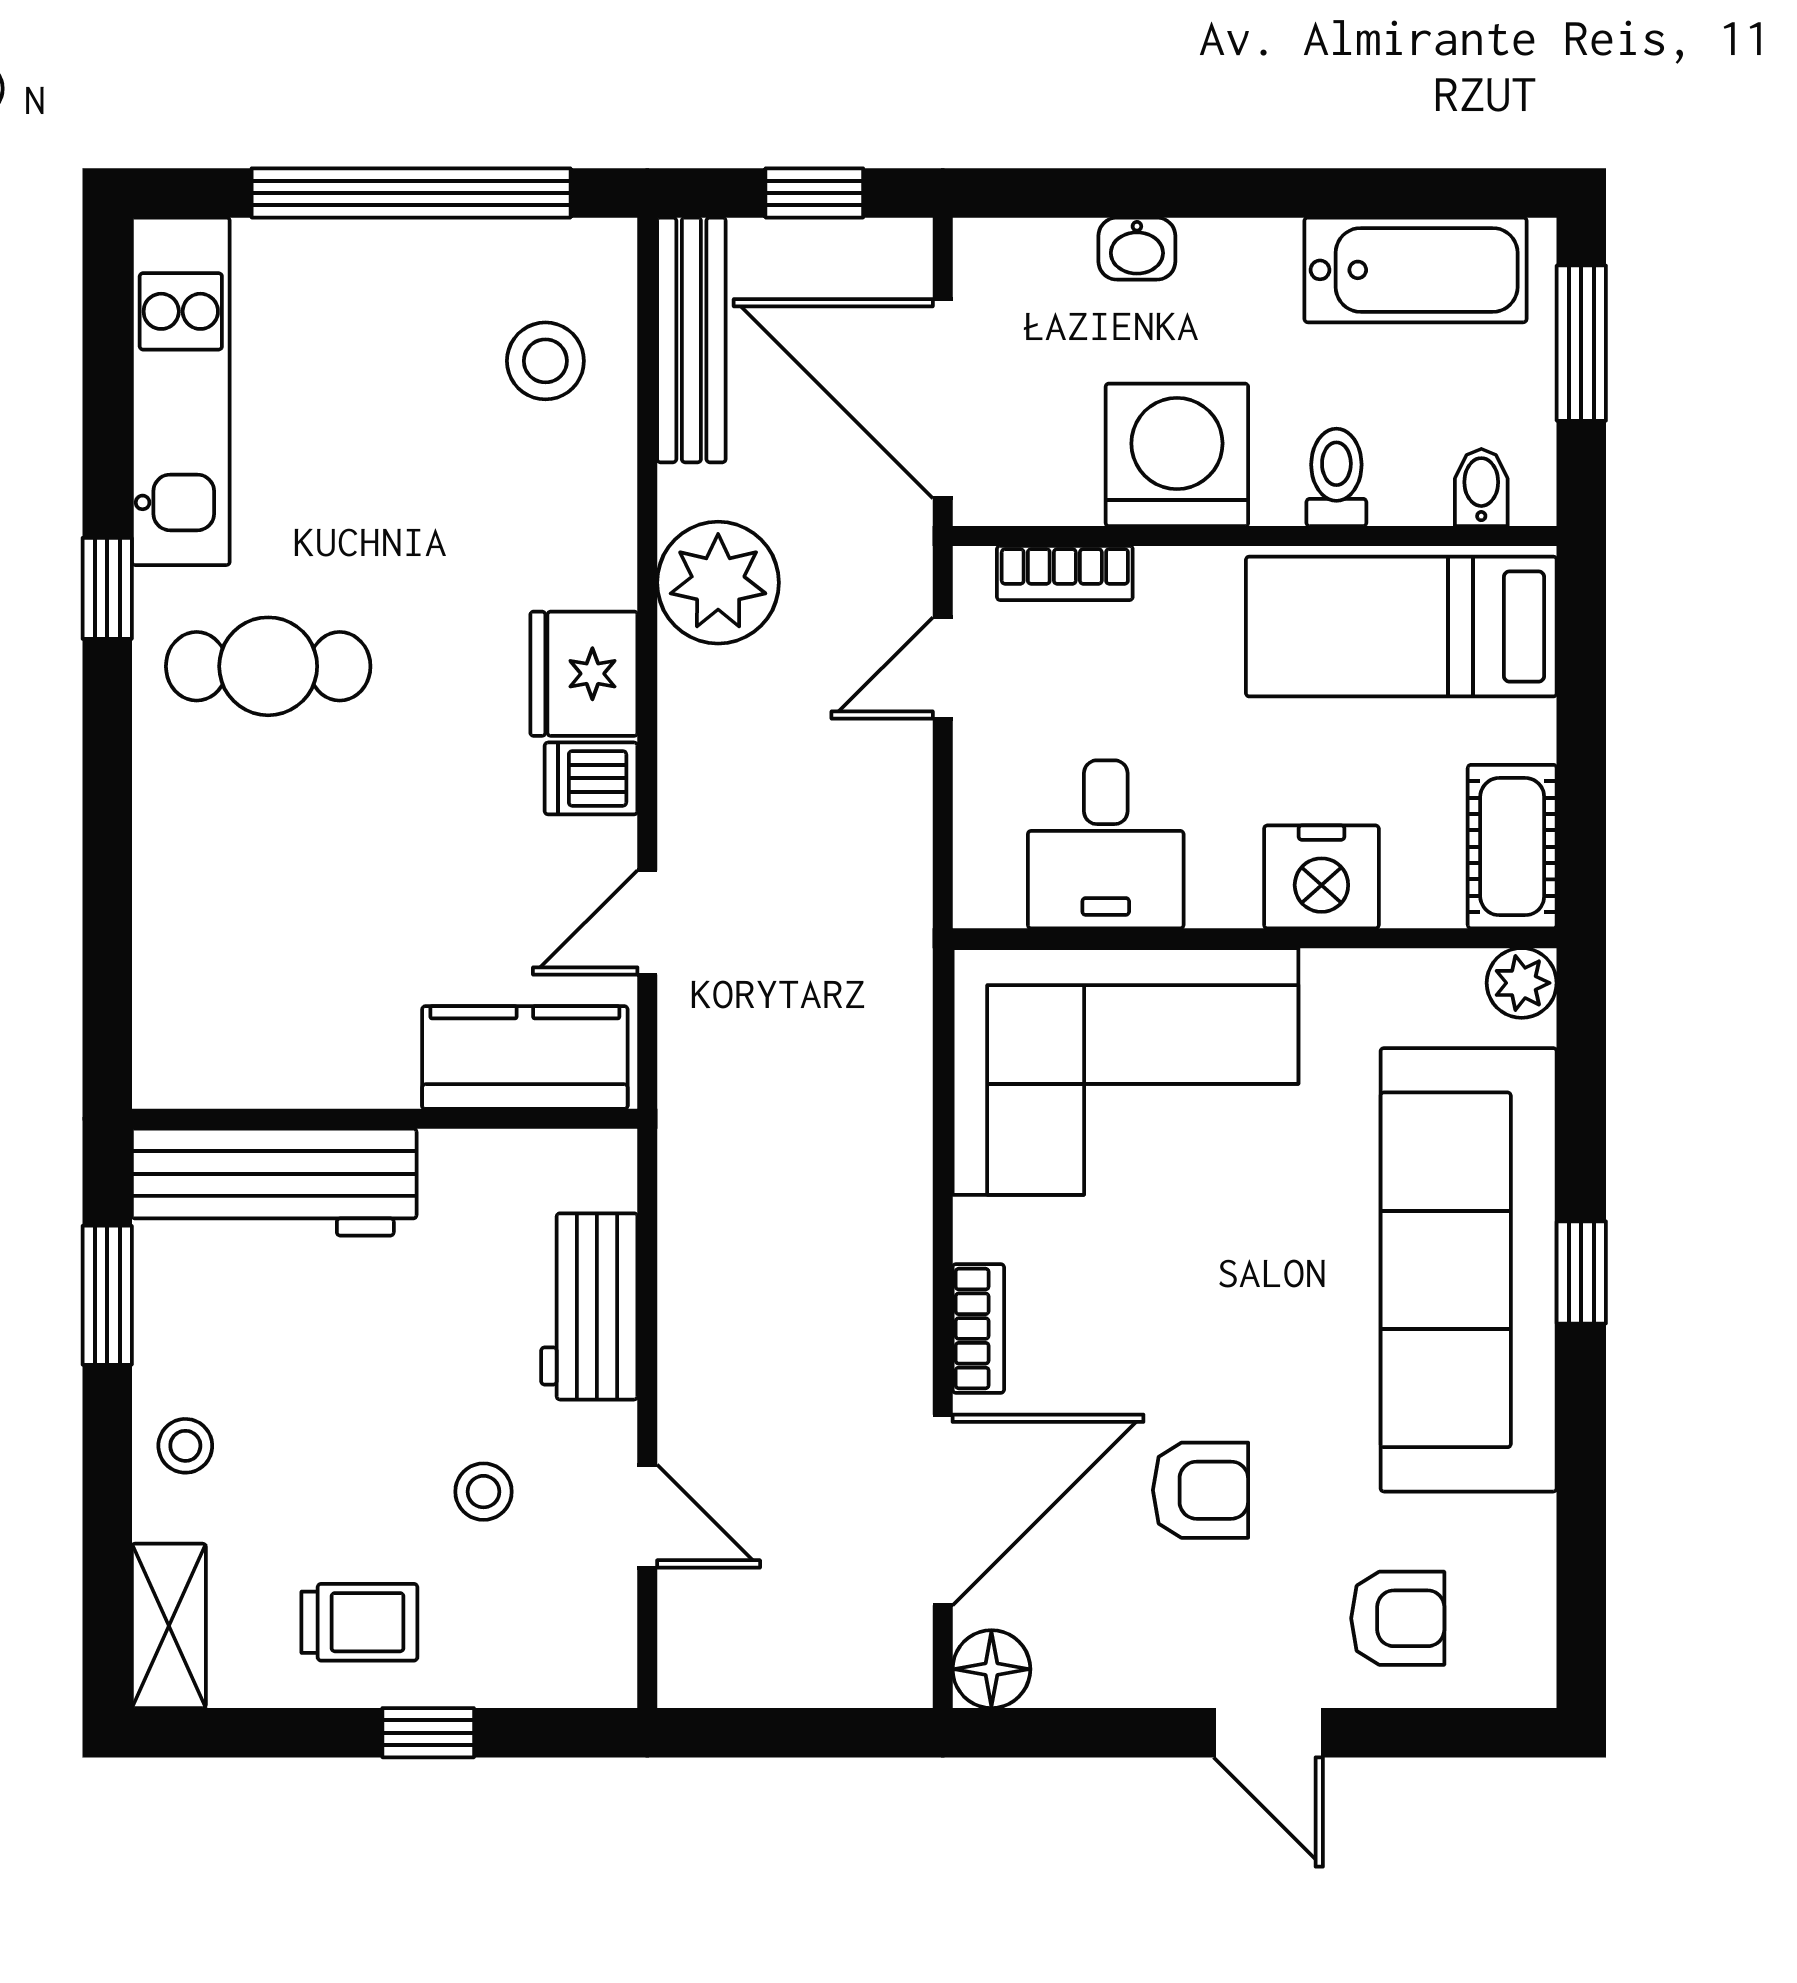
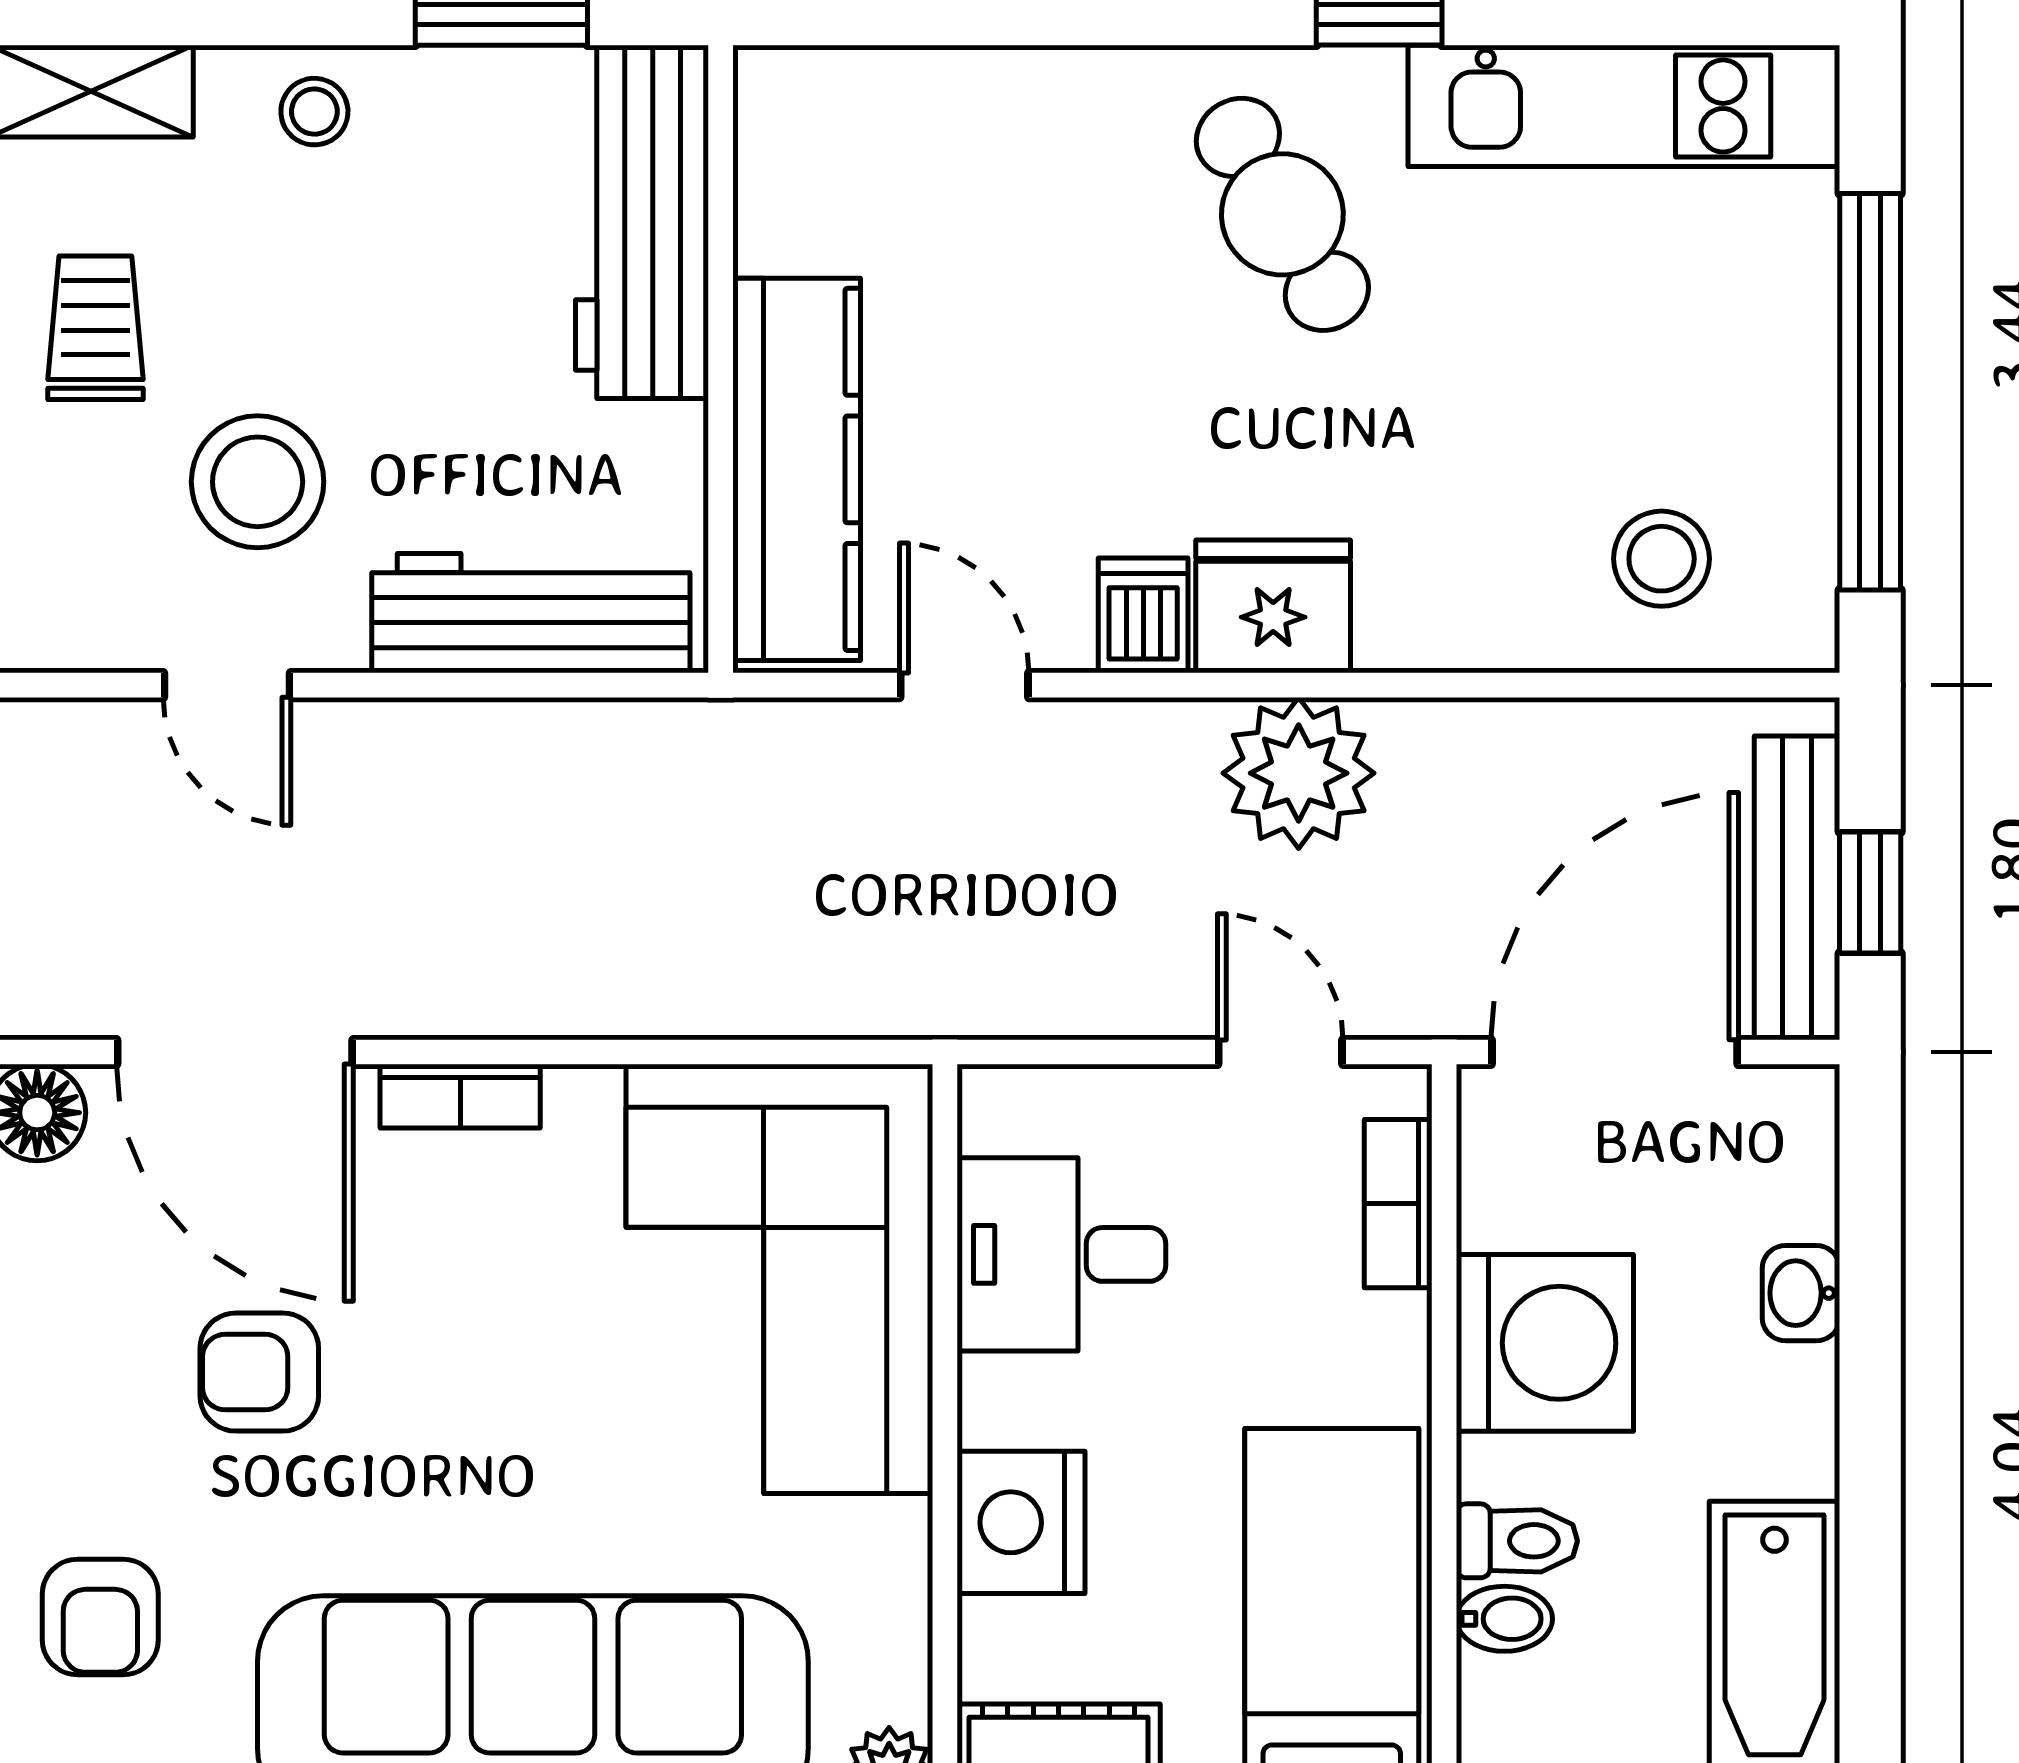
bench: (691, 340) -> (1797, 888), moved, turned 90
bidet: (1481, 487) -> (1504, 1619), moved
plant: (718, 583) -> (1299, 773), moved
cafe table: (268, 666) -> (1282, 214), turned -30
kitchen counter: (525, 1058) -> (797, 469), width x1.50
workbench: (589, 1306) -> (531, 613), width x1.38
armchair: (1200, 1490) -> (259, 1372), turned 90
stool: (483, 1492) -> (258, 482), width x1.89, depth x1.89
door: (647, 1516) -> (227, 685), hinge flipped
trolley: (359, 1622) -> (95, 328), turned 180

